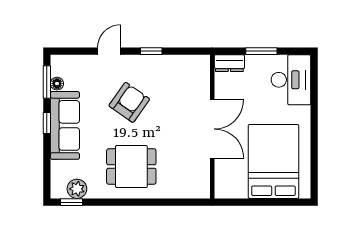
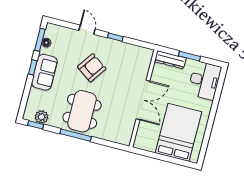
door: (109, 51) -> (87, 30), hinge flipped
dresser: (229, 63) -> (170, 60), width x1.44
sofa: (65, 125) -> (44, 72), width x0.73
dining table: (131, 166) -> (82, 111), width x1.37
window: (131, 202) -> (76, 135), added

